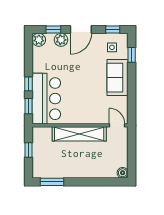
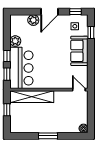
window: (53, 29) -> (27, 12), removed
plant: (39, 40) -> (15, 41), moved
shelving: (79, 134) -> (32, 97), moved
window: (52, 182) -> (48, 136), moved

